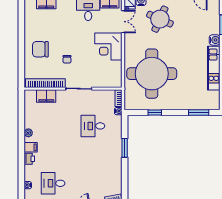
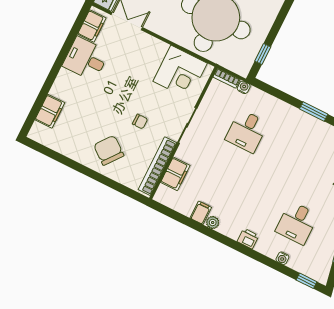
corner desk: (108, 46) -> (180, 72), moved
chair: (40, 49) -> (109, 150), turned 128
window: (155, 113) -> (263, 54), moved
filing cabinet: (31, 147) -> (201, 213), moved
window: (125, 148) -> (314, 112), moved

